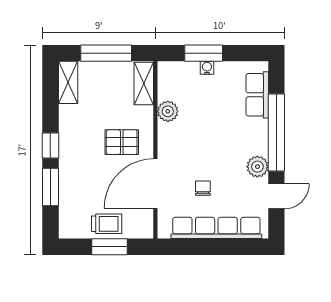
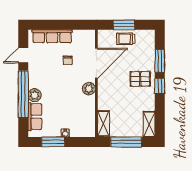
window: (204, 53) -> (53, 142), moved
plant: (168, 111) -> (89, 89), moved
pallet: (122, 142) -> (140, 79), moved
plant: (257, 167) -> (35, 95), moved
row of seats: (216, 228) -> (52, 36), width x0.73

